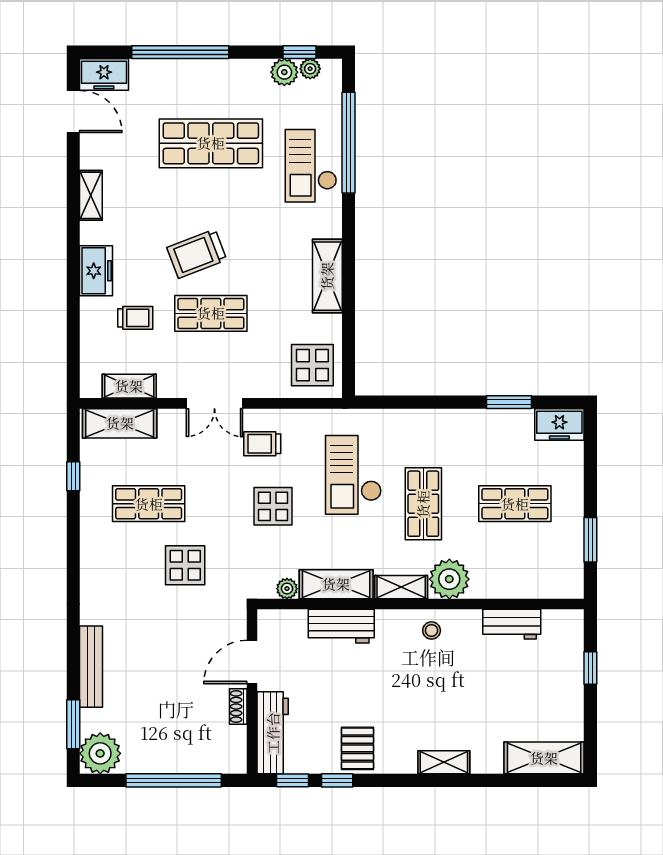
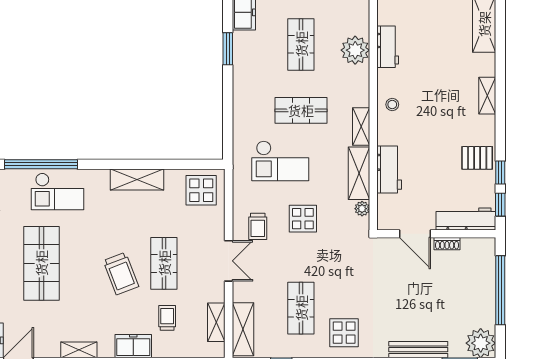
display table: (185, 565) -> (344, 333), moved
plant: (449, 579) -> (355, 50), moved

